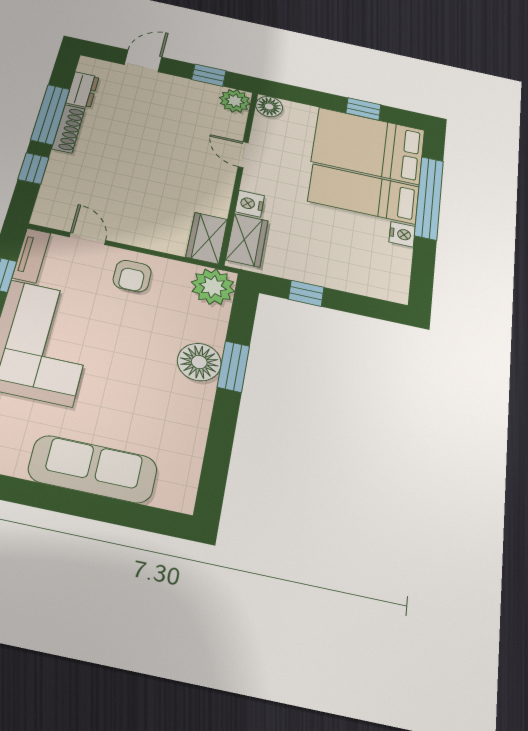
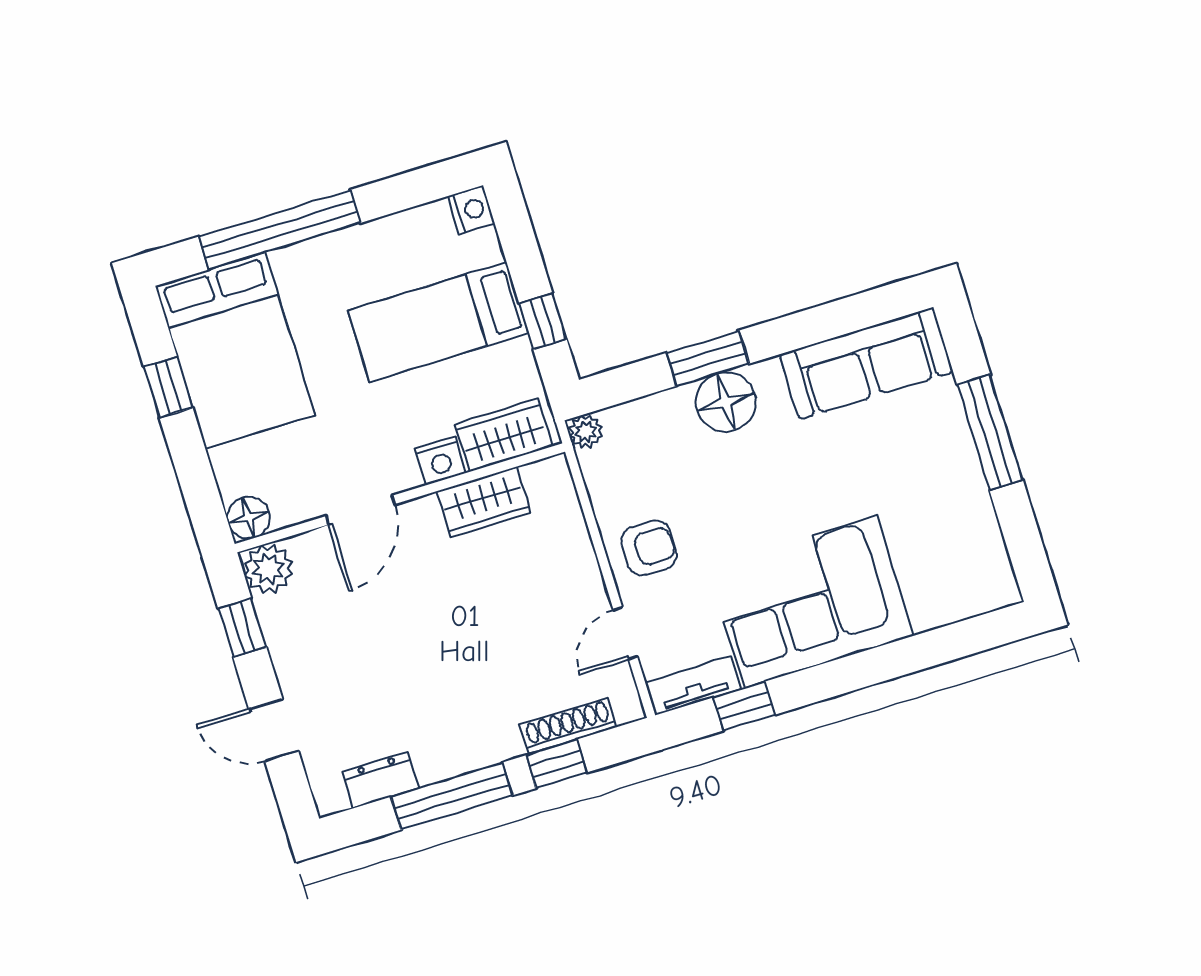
shoe rack: (68, 129) -> (568, 726), moved
door: (243, 155) -> (360, 510), width x1.38
bed: (364, 194) -> (438, 322), moved, turned 90
nightstand: (402, 234) -> (471, 210), moved, turned 90
wardrobe: (207, 238) -> (484, 502), moved
plant: (213, 287) -> (586, 431), width x0.53, depth x0.53
sofa: (93, 469) -> (866, 363), moved, turned -90
window: (85, 505) -> (990, 432), added

